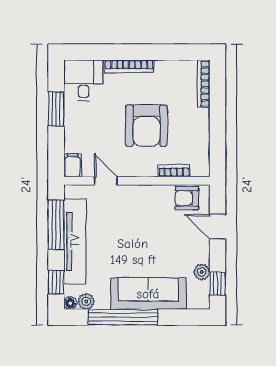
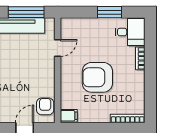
bookcase: (129, 66) -> (140, 58), width x0.64
filing cabinet: (73, 165) -> (69, 116), moved
bookcase: (174, 171) -> (65, 97), removed

